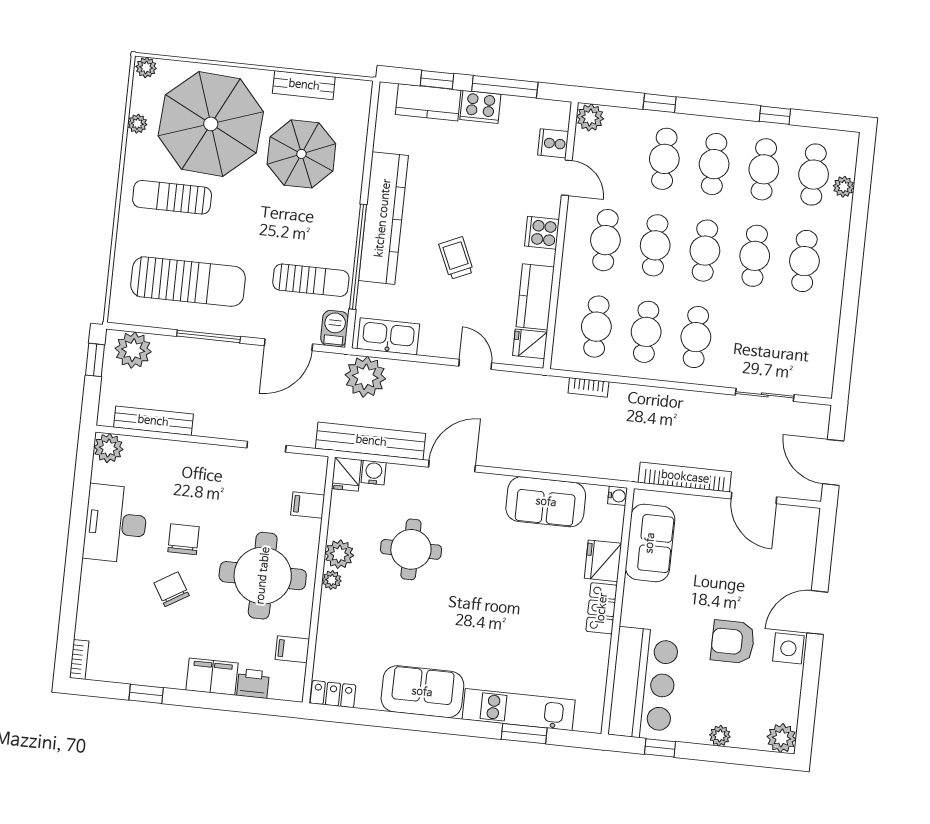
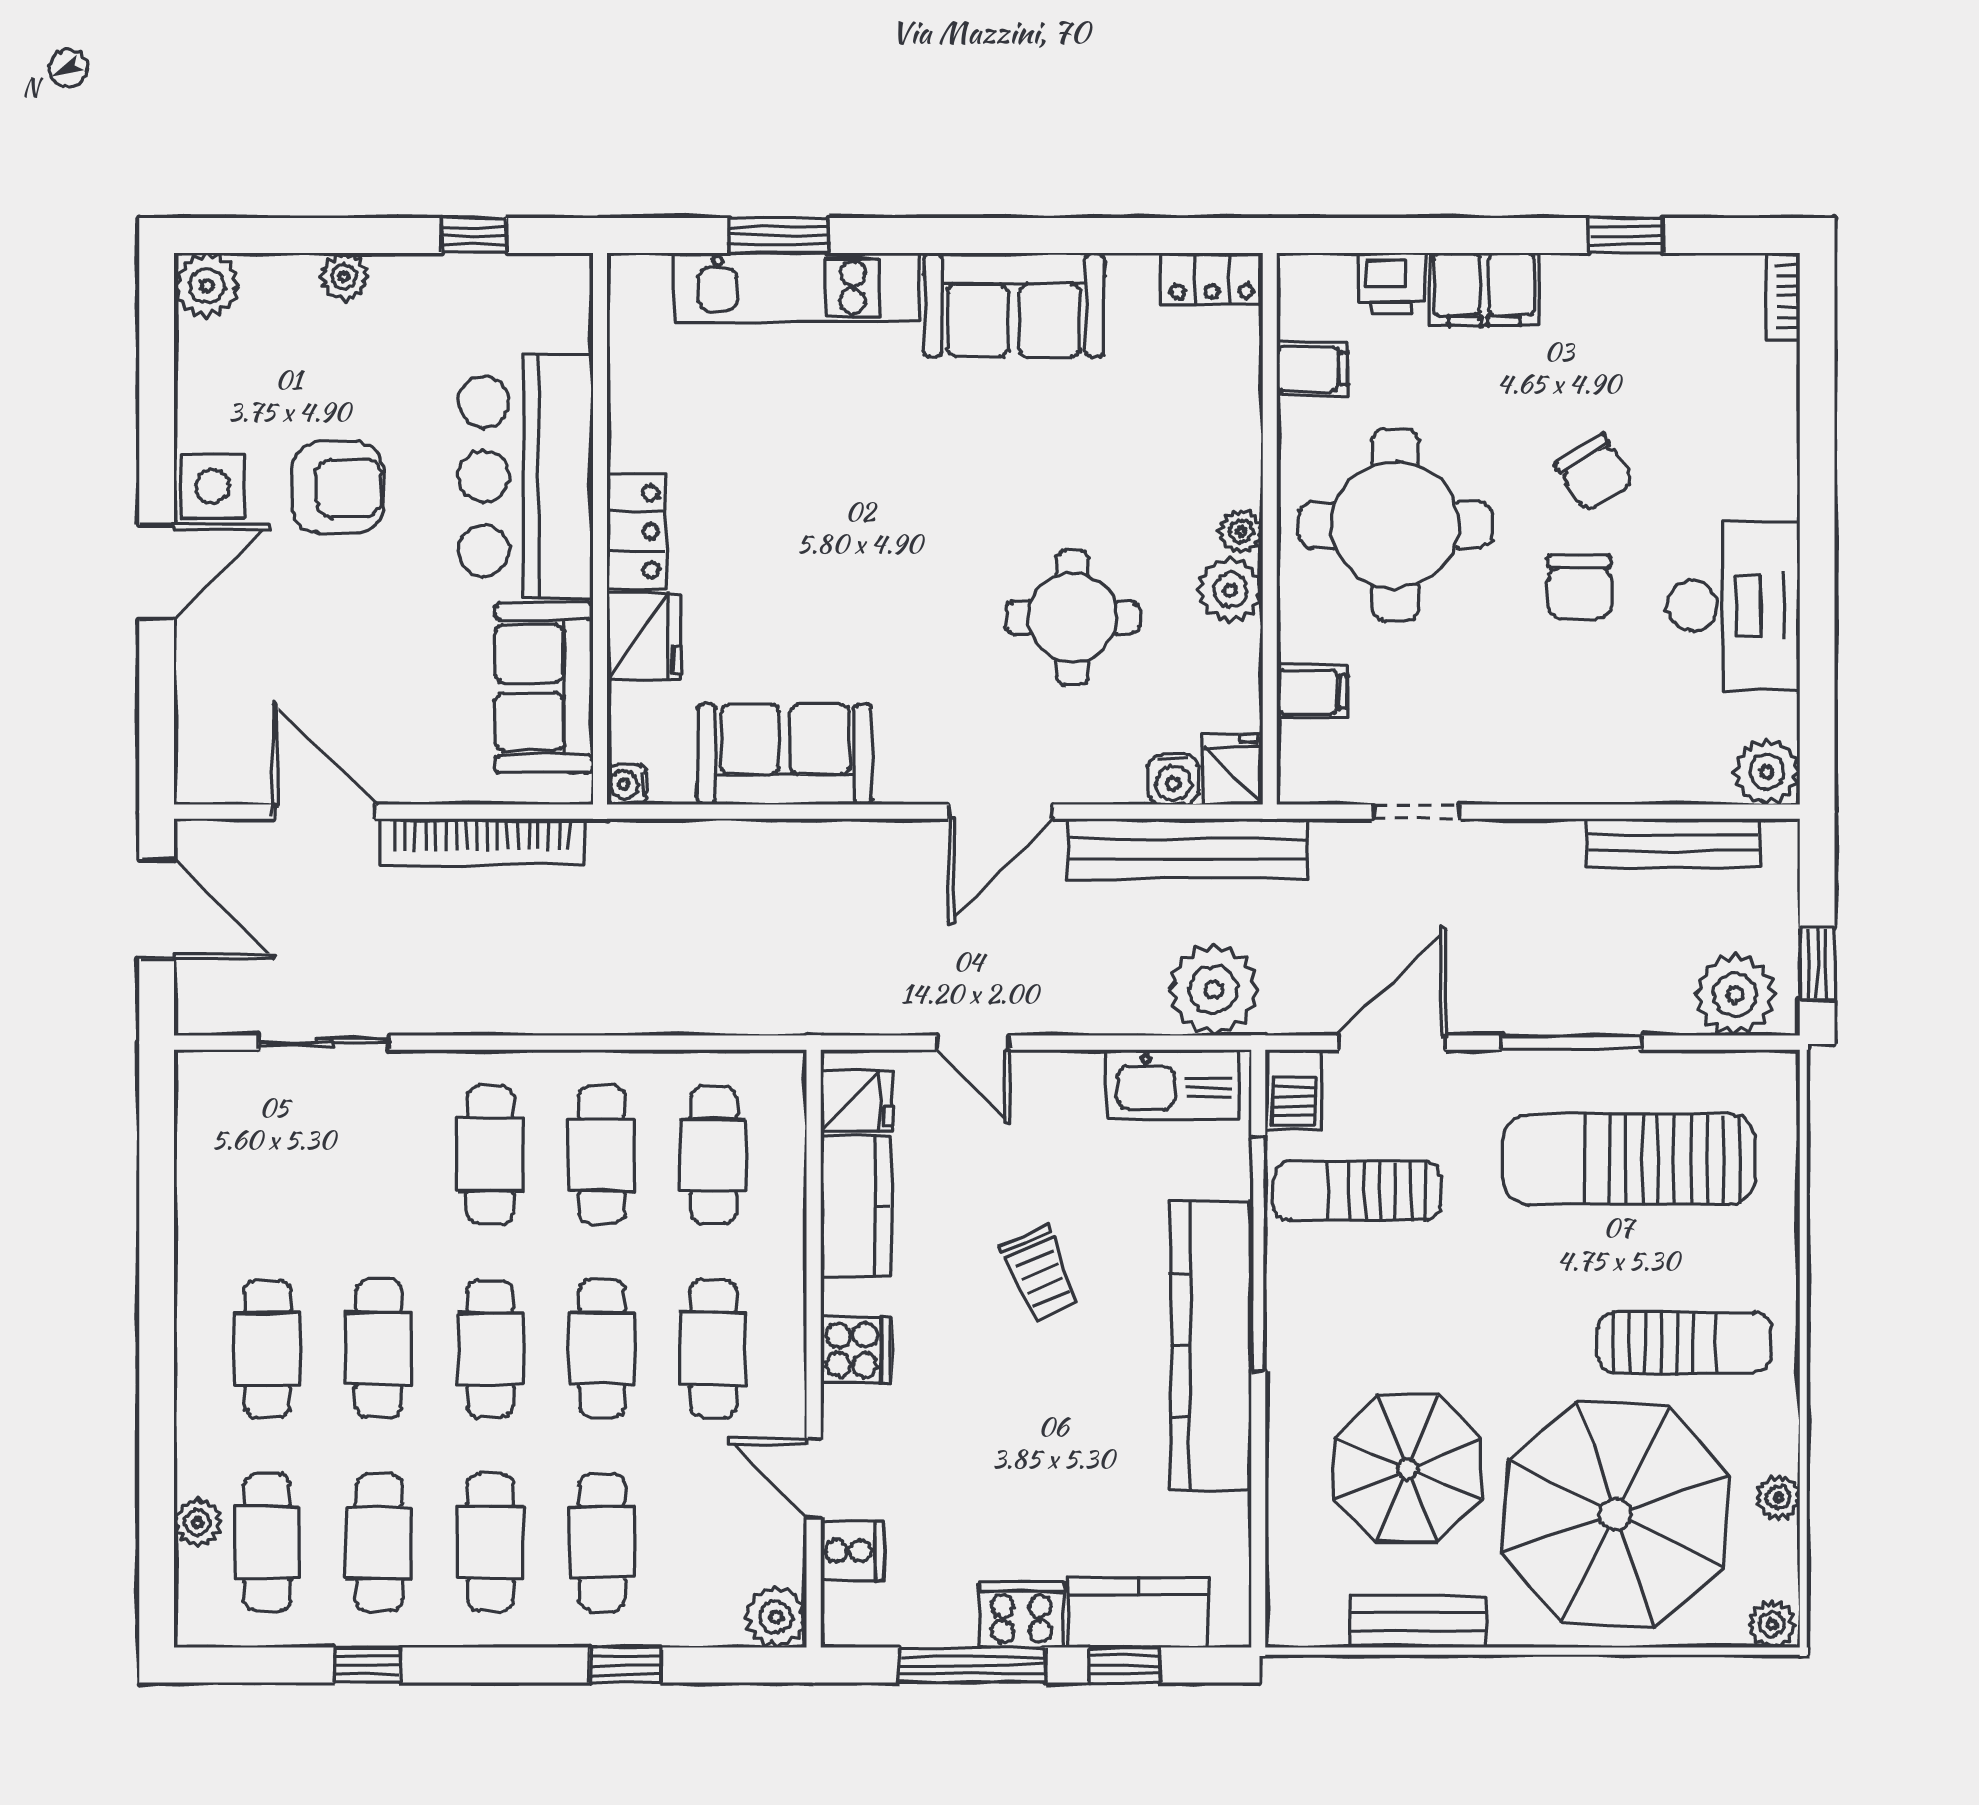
bookcase: (588, 387) -> (717, 1018), removed
bar counter: (644, 684) -> (526, 476), moved

